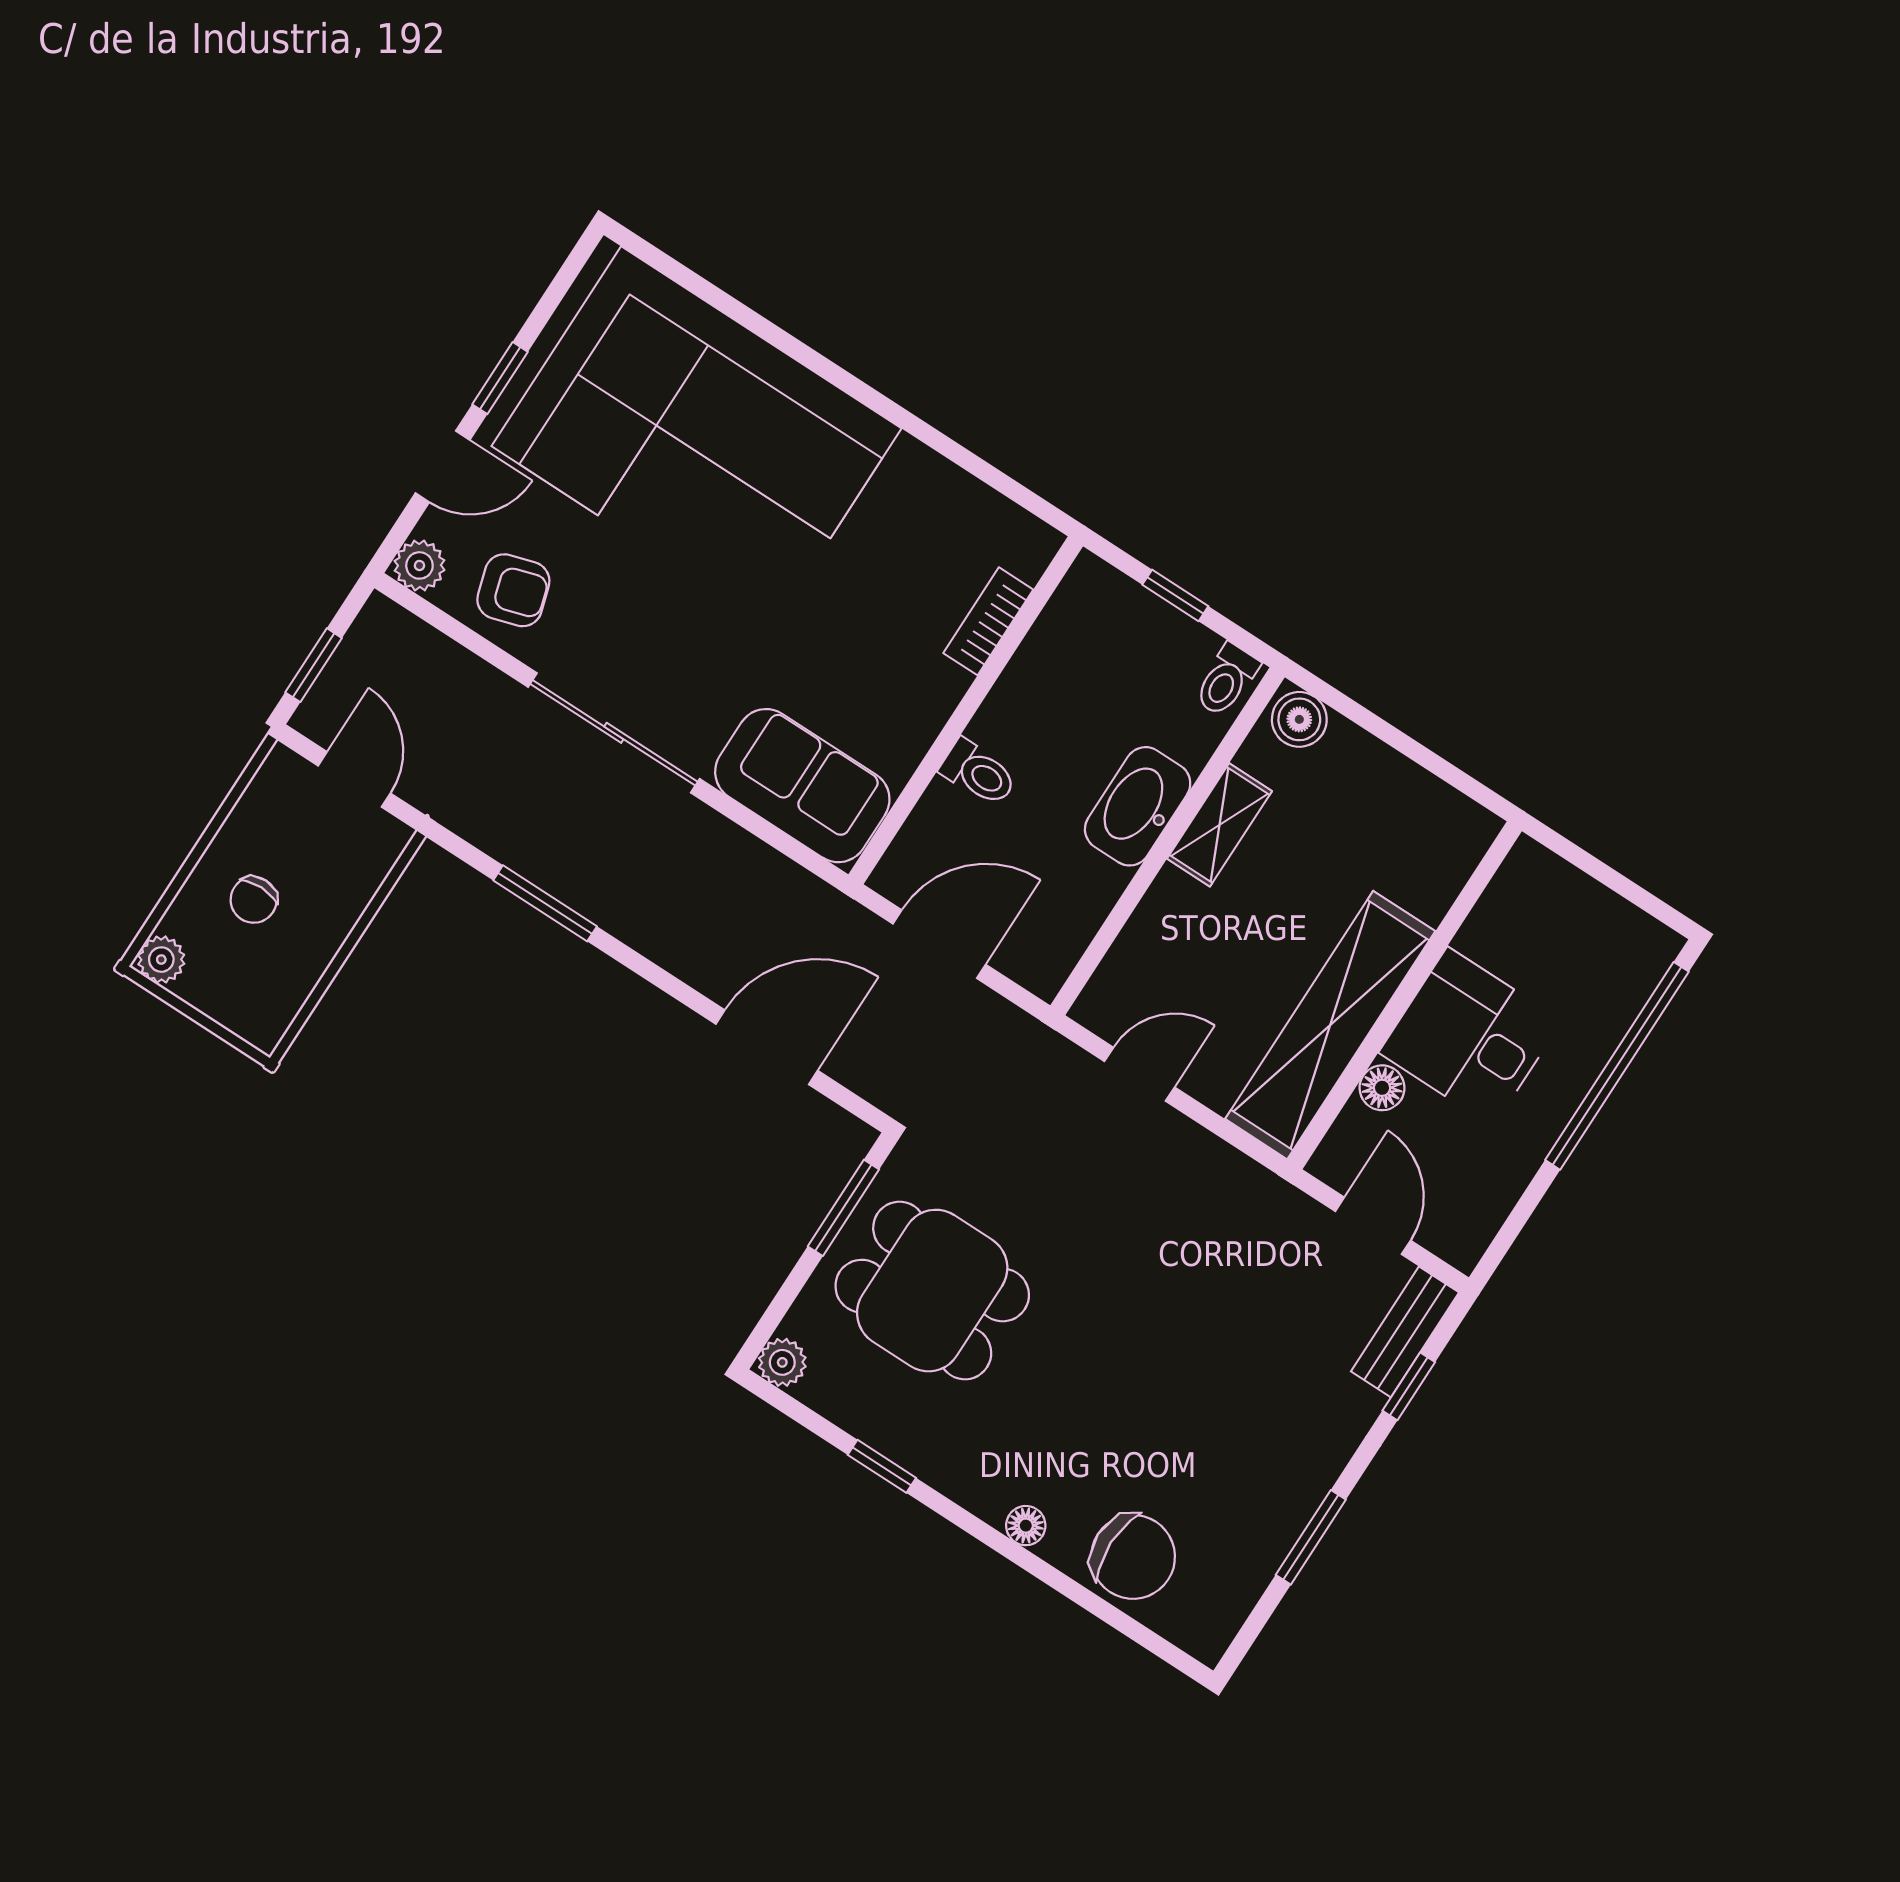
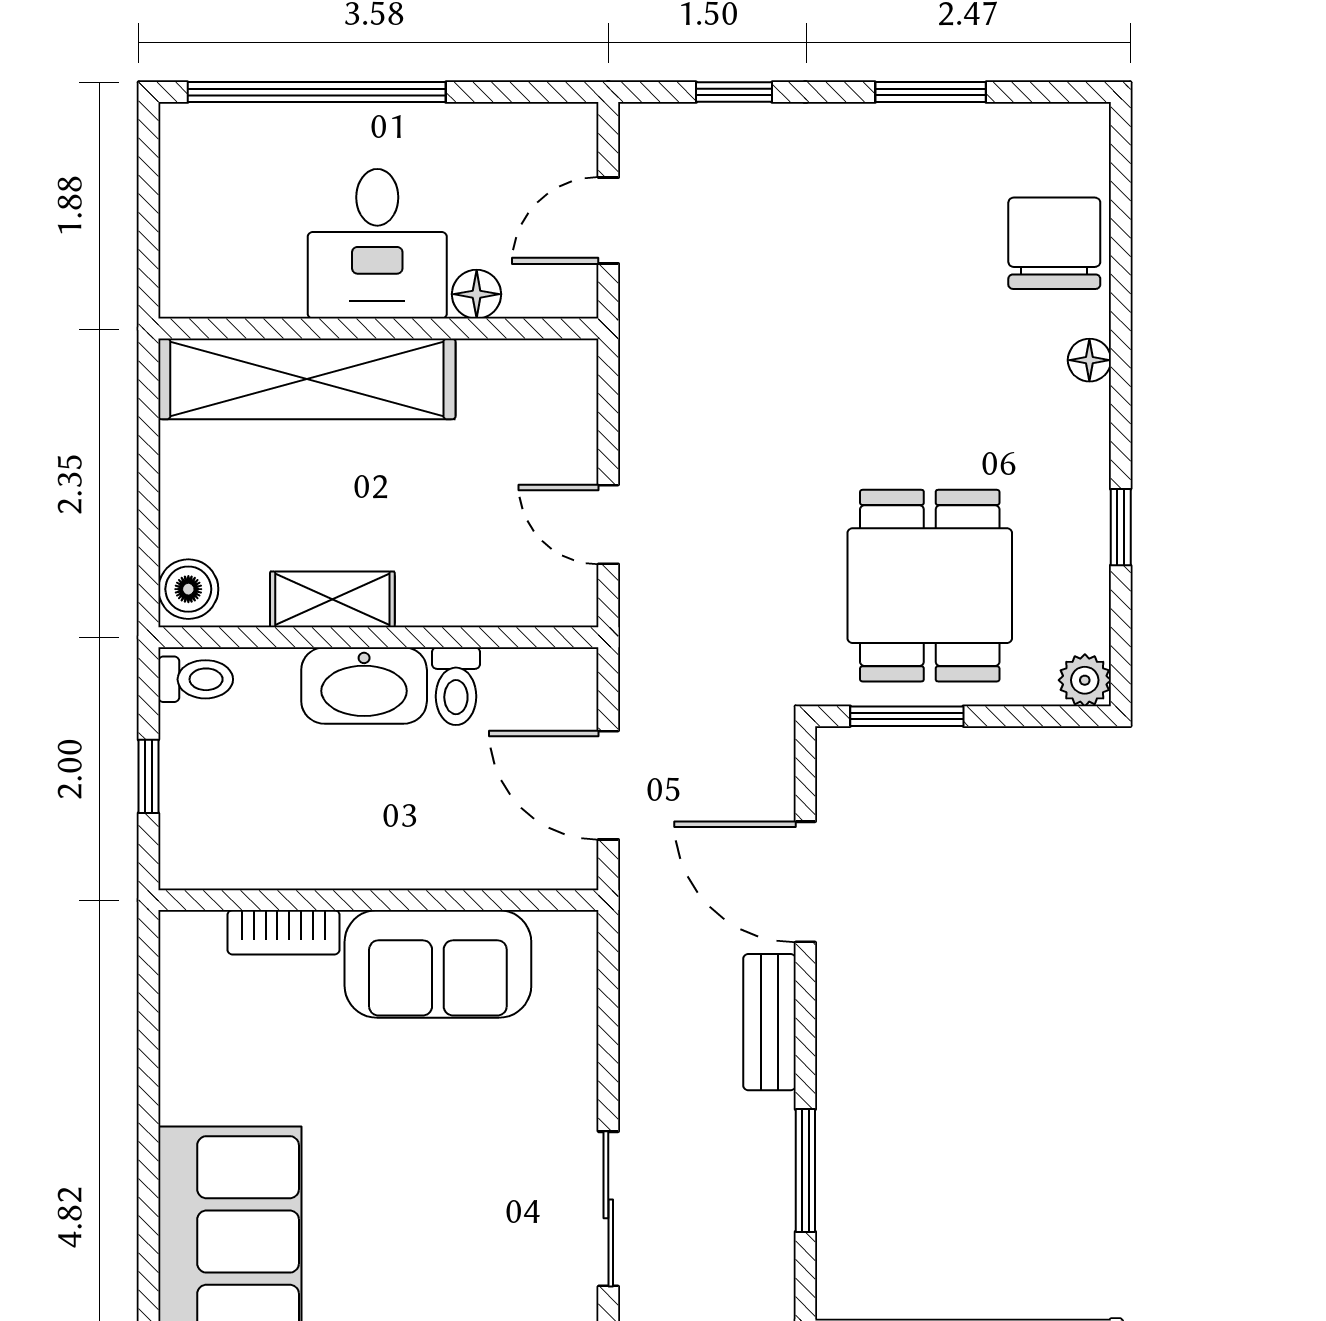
sliding door: (614, 733) -> (608, 1209), width x0.73
toilet: (978, 773) -> (456, 686), moved, turned 180
sofa: (802, 786) -> (438, 964), moved, turned -90
shelving: (1330, 1025) -> (307, 379), moved
bench: (1405, 1332) -> (769, 1022), moved, turned 90

